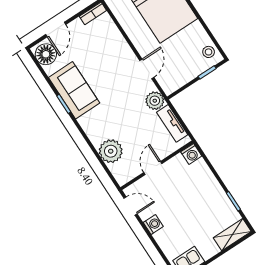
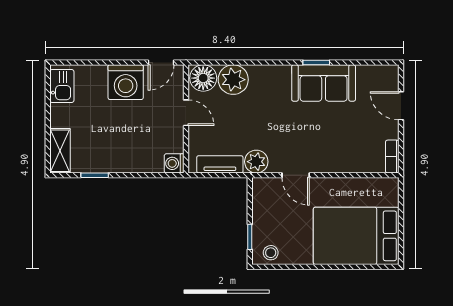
floor lamp: (46, 54) -> (203, 78), moved
washing machine: (153, 224) -> (126, 82), width x1.89, depth x1.89

